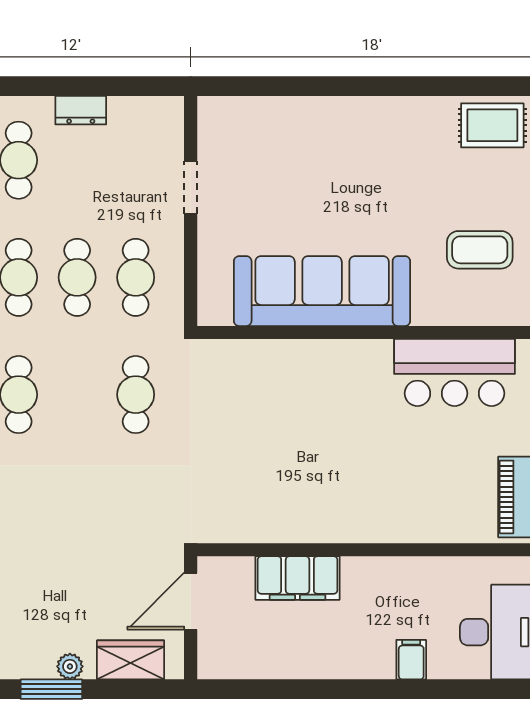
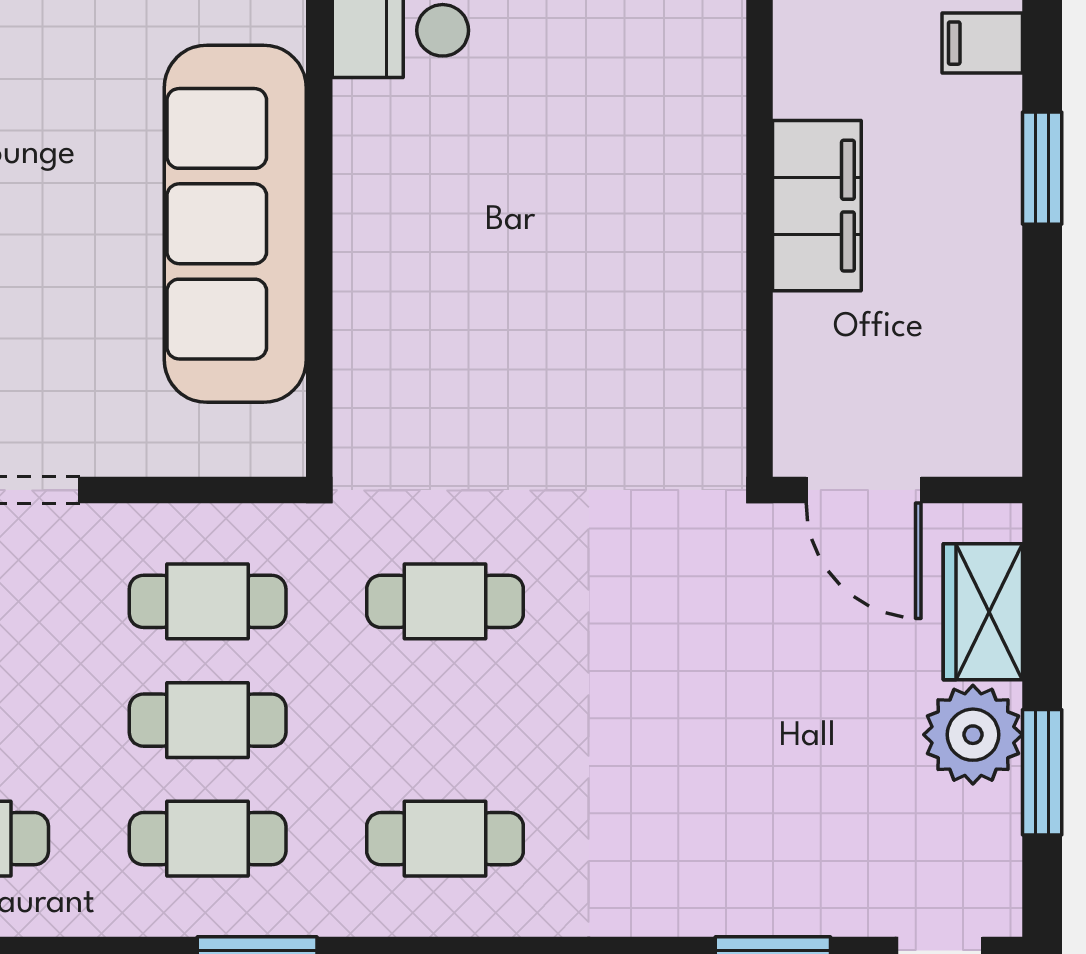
filing cabinet: (297, 578) -> (817, 206), moved
plant: (70, 666) -> (973, 735), width x1.88, depth x1.88
window: (349, 689) -> (1042, 168), added

